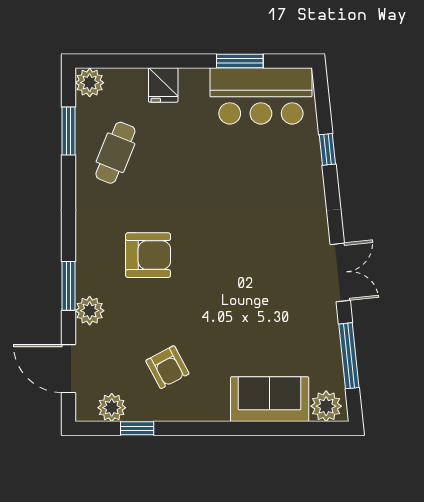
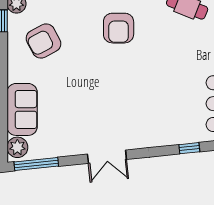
window: (349, 356) -> (36, 164), moved
armchair: (167, 367) -> (44, 41), width x1.38, depth x1.38

